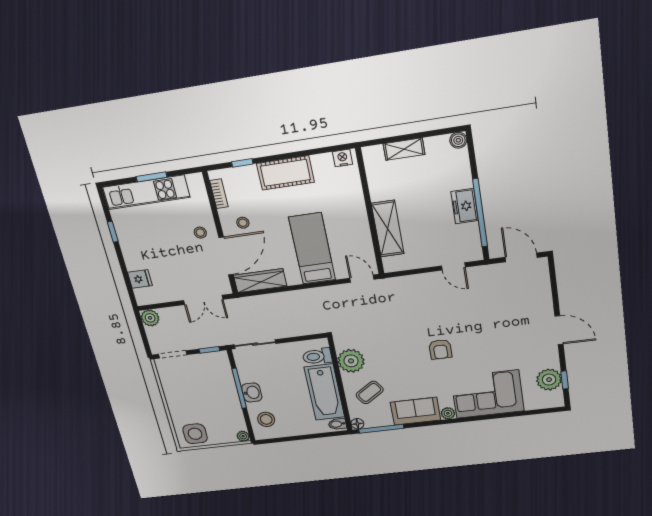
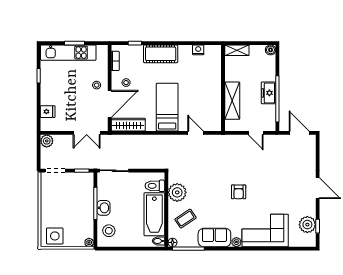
wall: (370, 212) -> (223, 88), moved
shelving: (388, 229) -> (232, 101), moved

